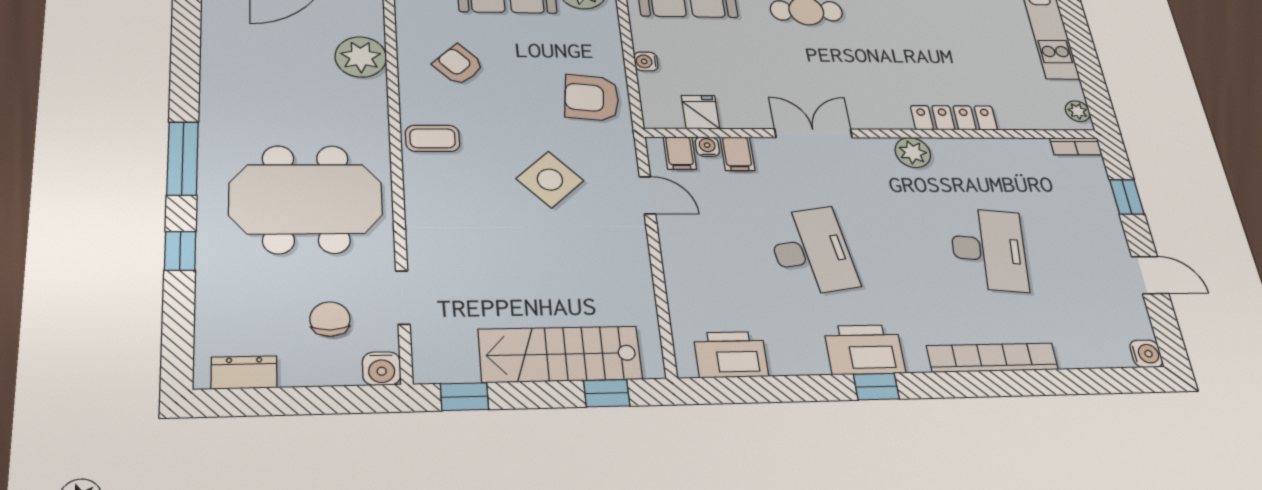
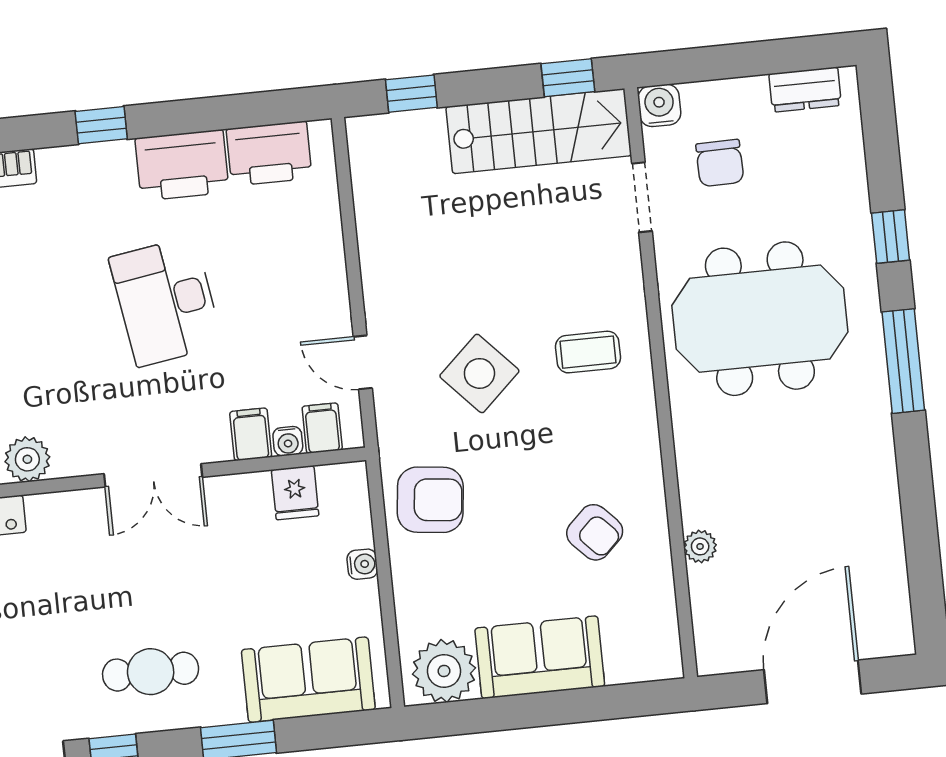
plant: (361, 57) -> (700, 546), width x0.53, depth x0.53
coffee table: (433, 138) -> (588, 352), moved
printer: (864, 350) -> (182, 165), moved
stairs: (560, 354) -> (539, 131), moved

